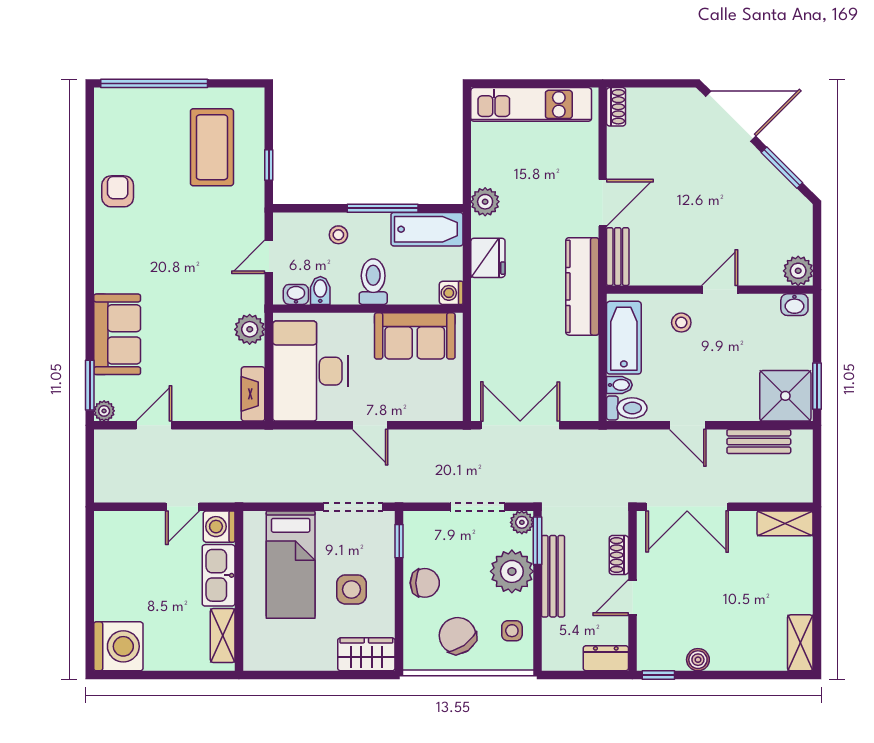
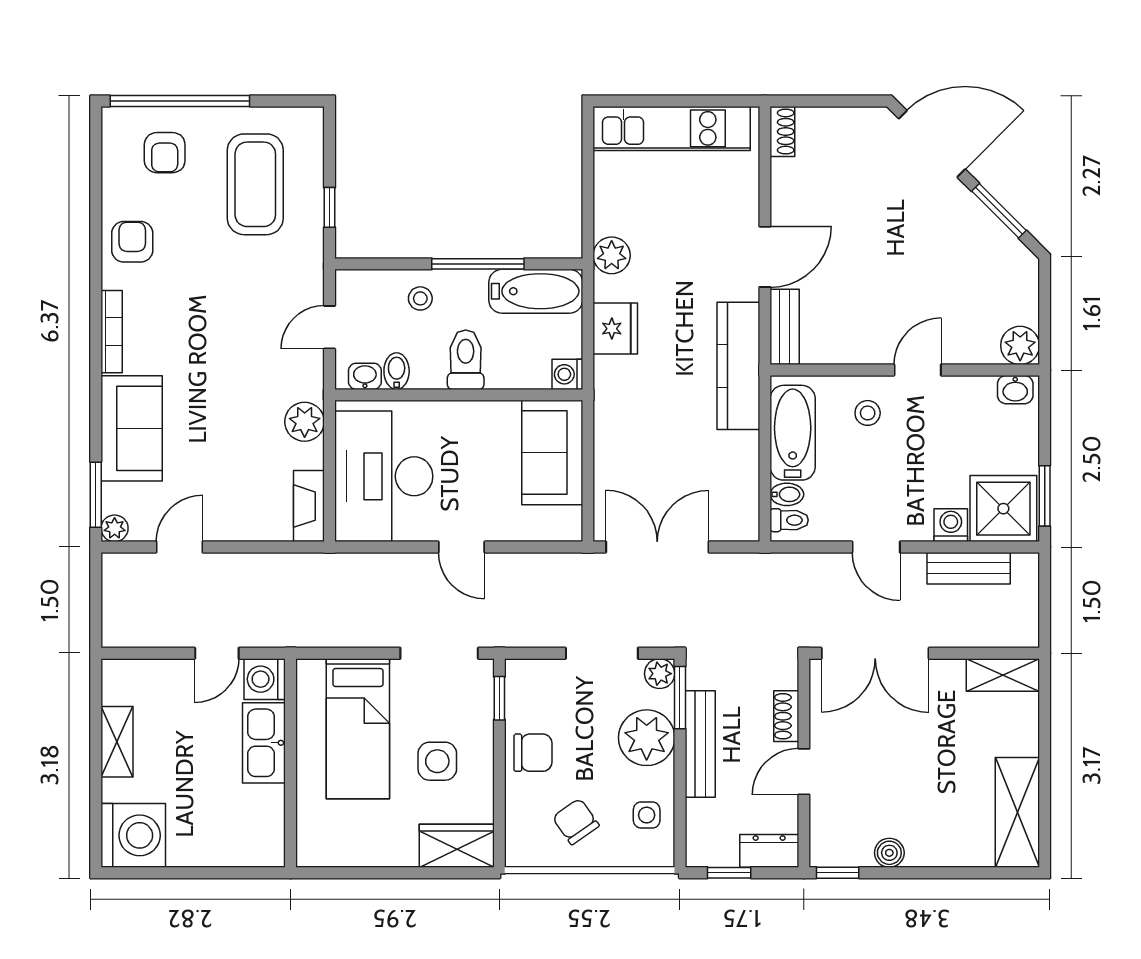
armchair: (142, 123) -> (165, 153), added
bookcase: (102, 260) -> (112, 332), added
sofa: (415, 336) -> (552, 453), moved, turned 90
toilet: (627, 408) -> (789, 520), width x0.73, depth x0.72
washing machine: (745, 409) -> (951, 525), added
shelving: (223, 636) -> (117, 742), moved
chair: (458, 636) -> (576, 821), width x0.73, depth x0.73
shelving: (800, 643) -> (1017, 812), width x1.50, depth x1.33
window: (575, 675) -> (729, 873), added

